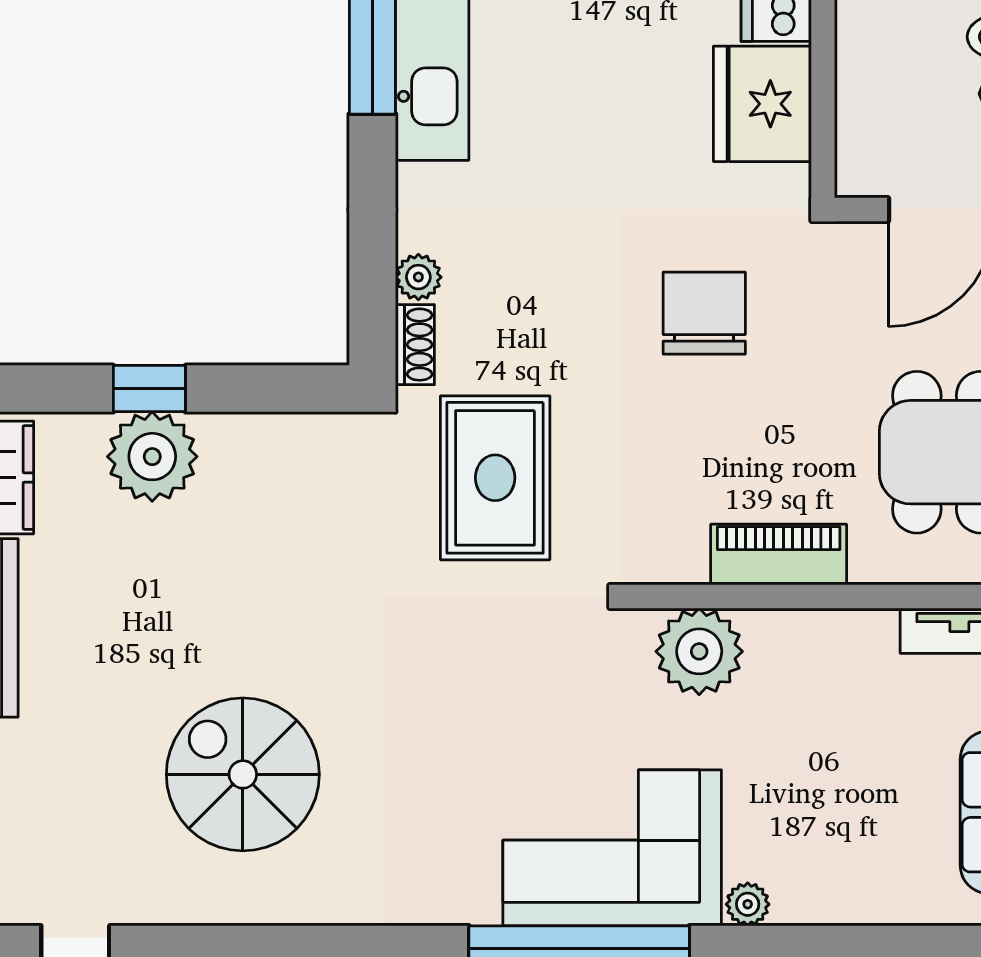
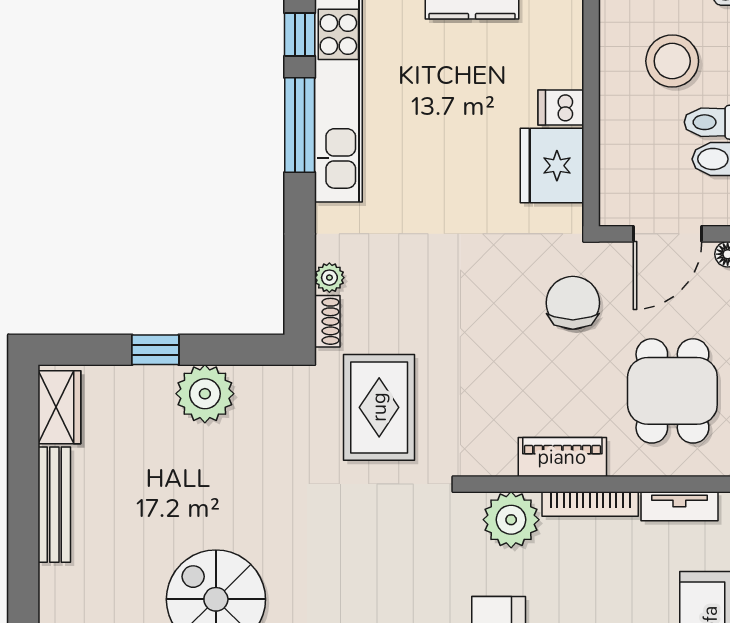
chair: (704, 313) -> (573, 303), moved
plant: (152, 457) -> (205, 394), moved
bookcase: (821, 627) -> (590, 504), added

